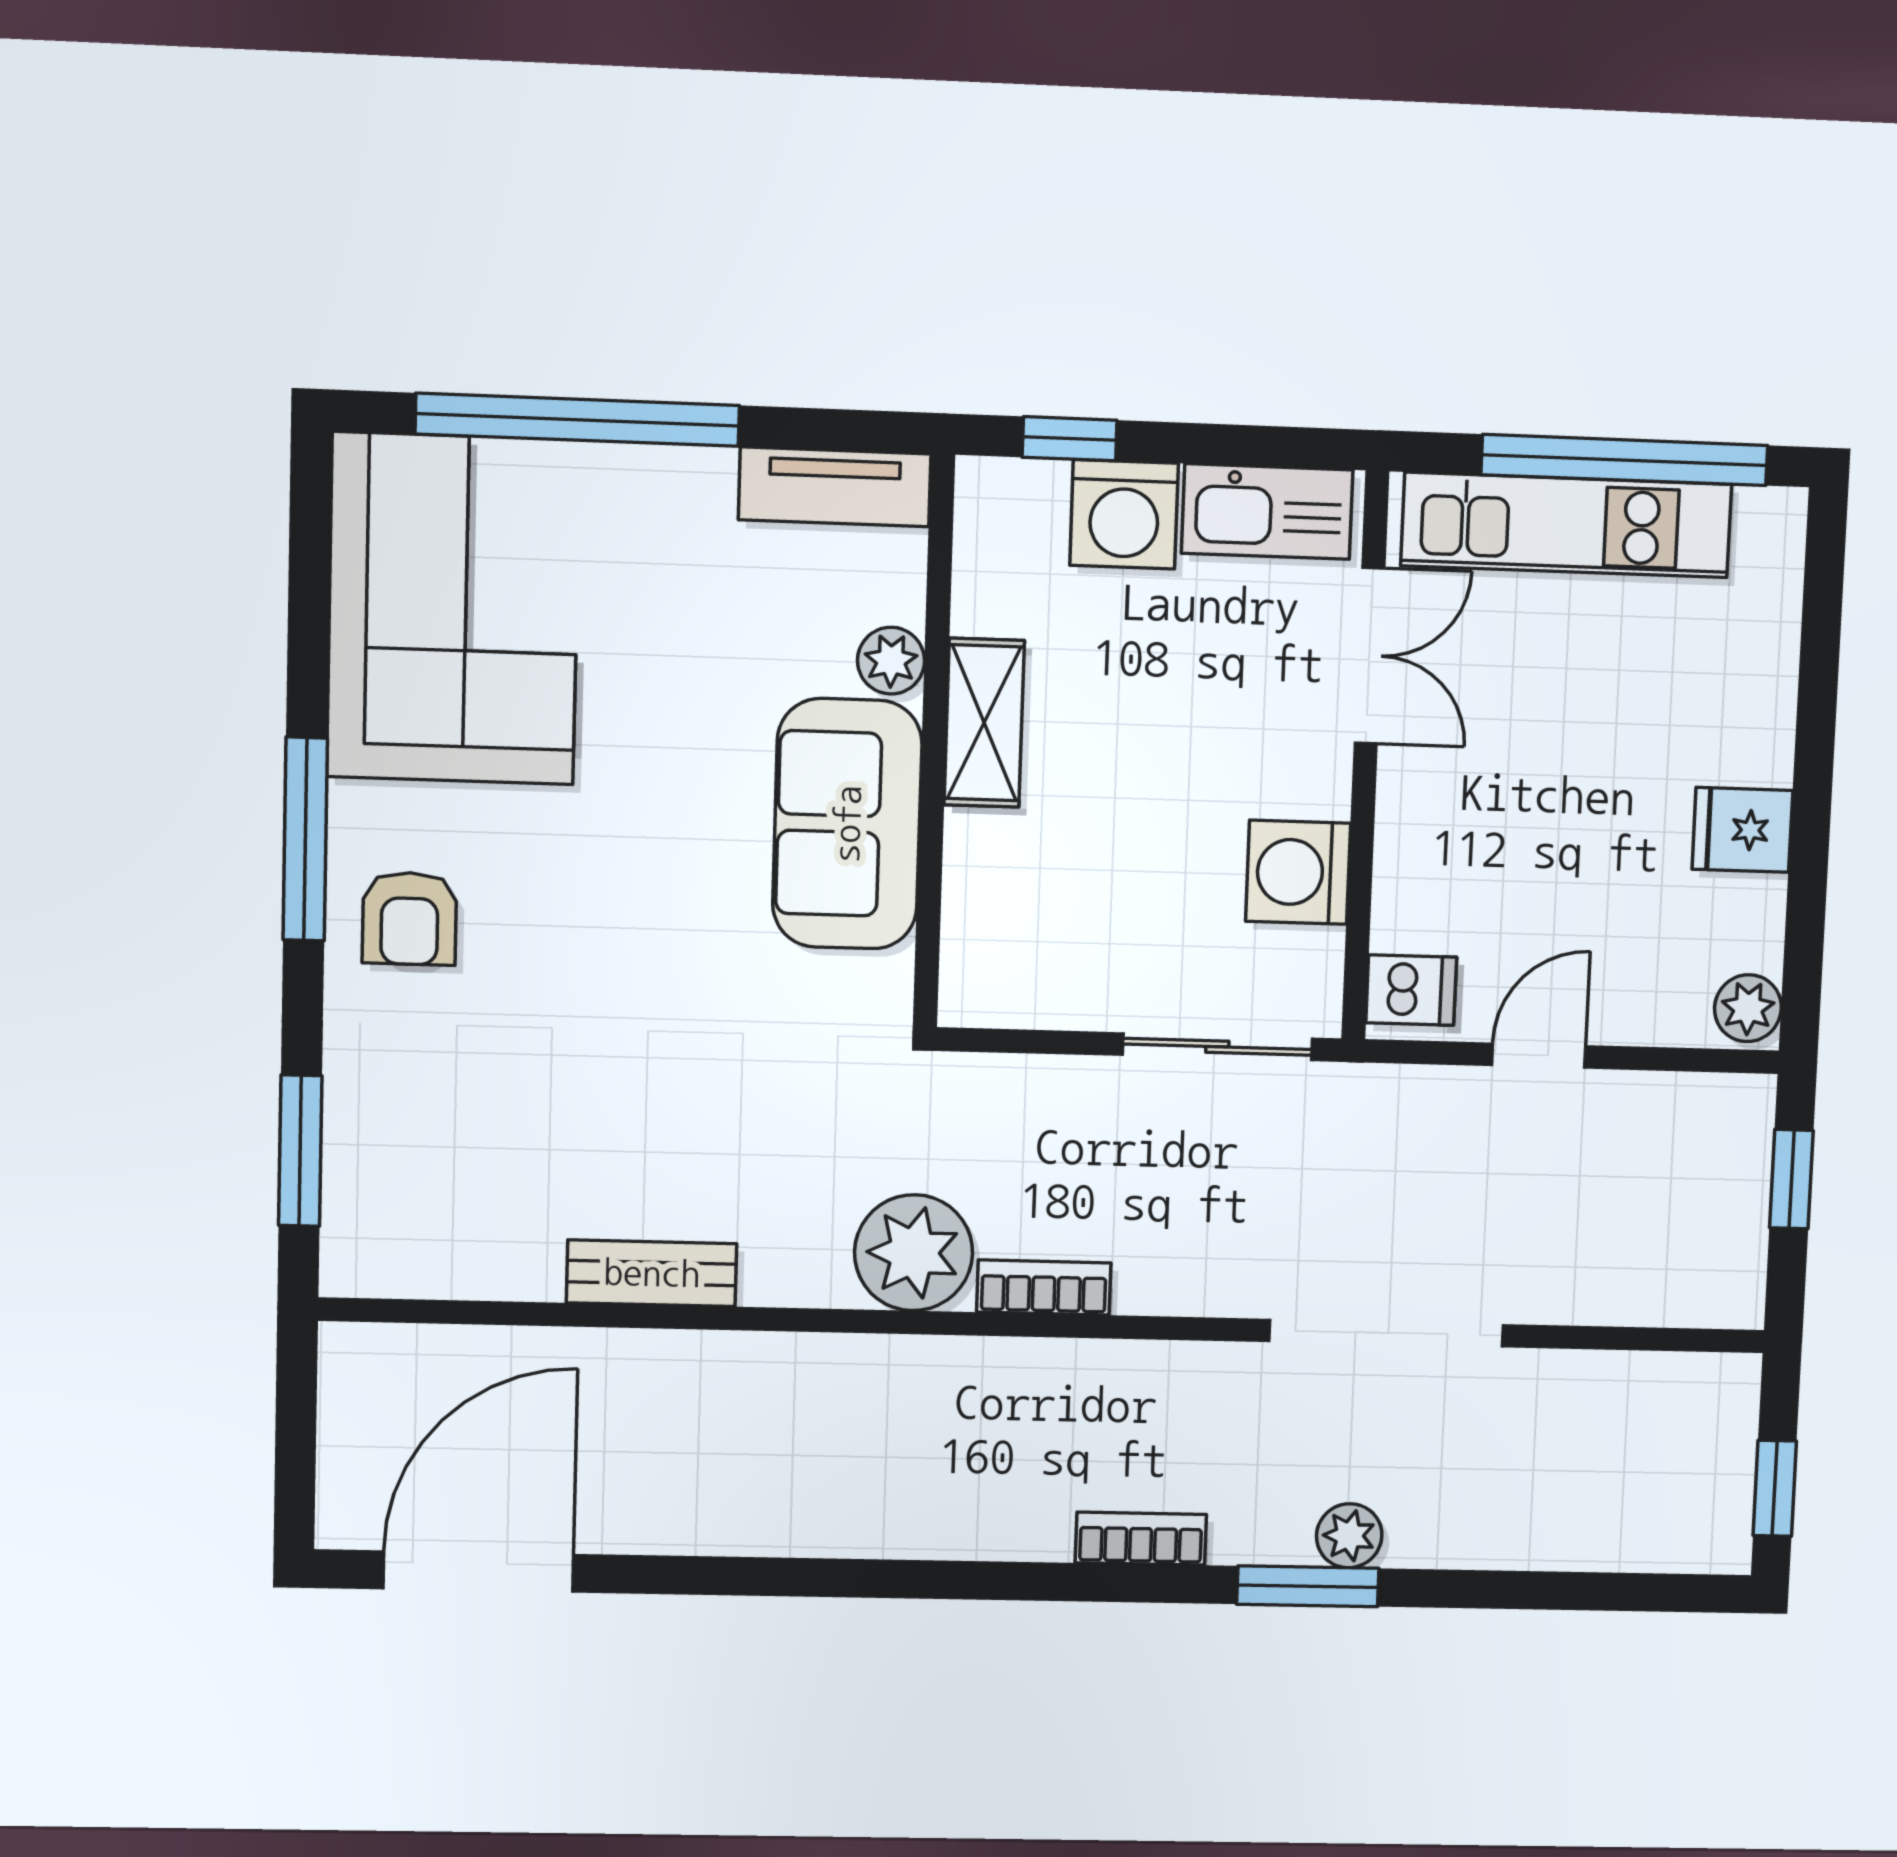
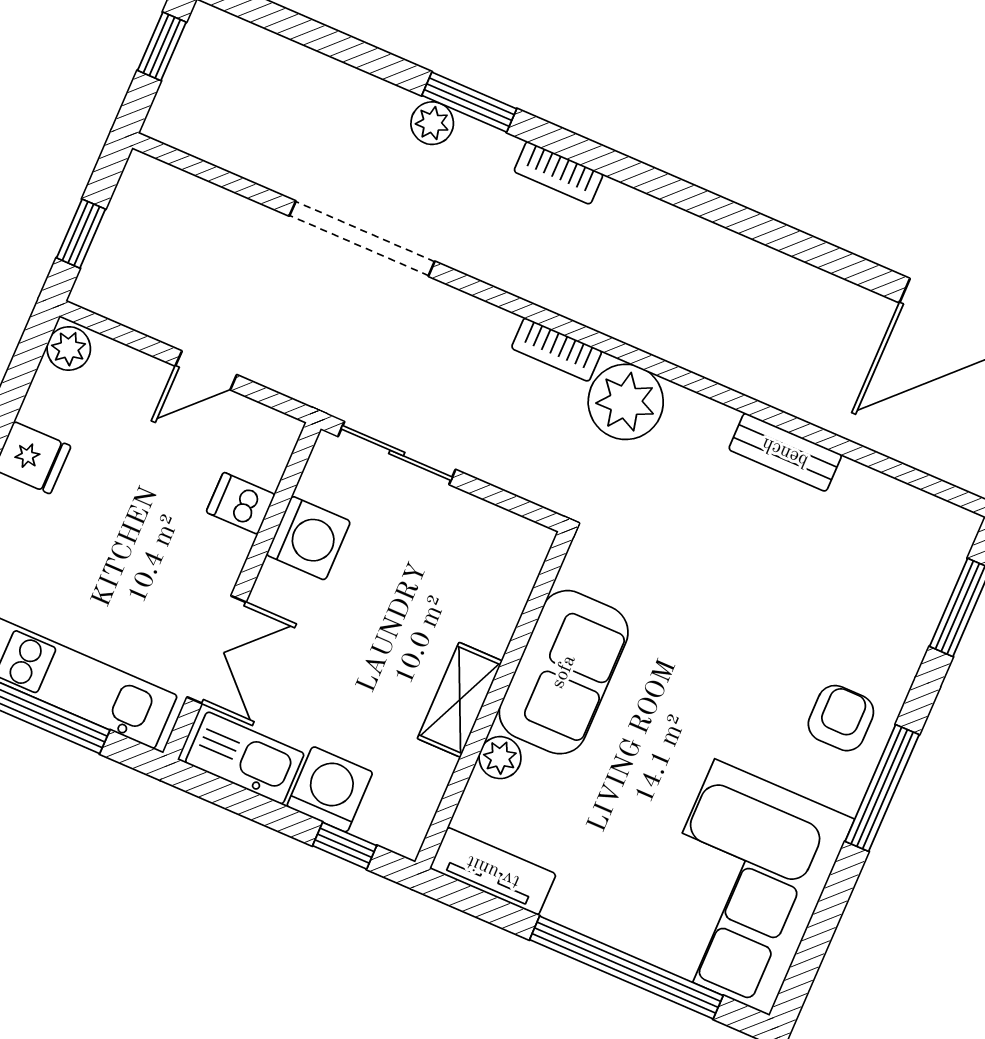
double door: (1370, 656) -> (217, 650), swing flipped
dishwasher: (1411, 990) -> (241, 503), moved

